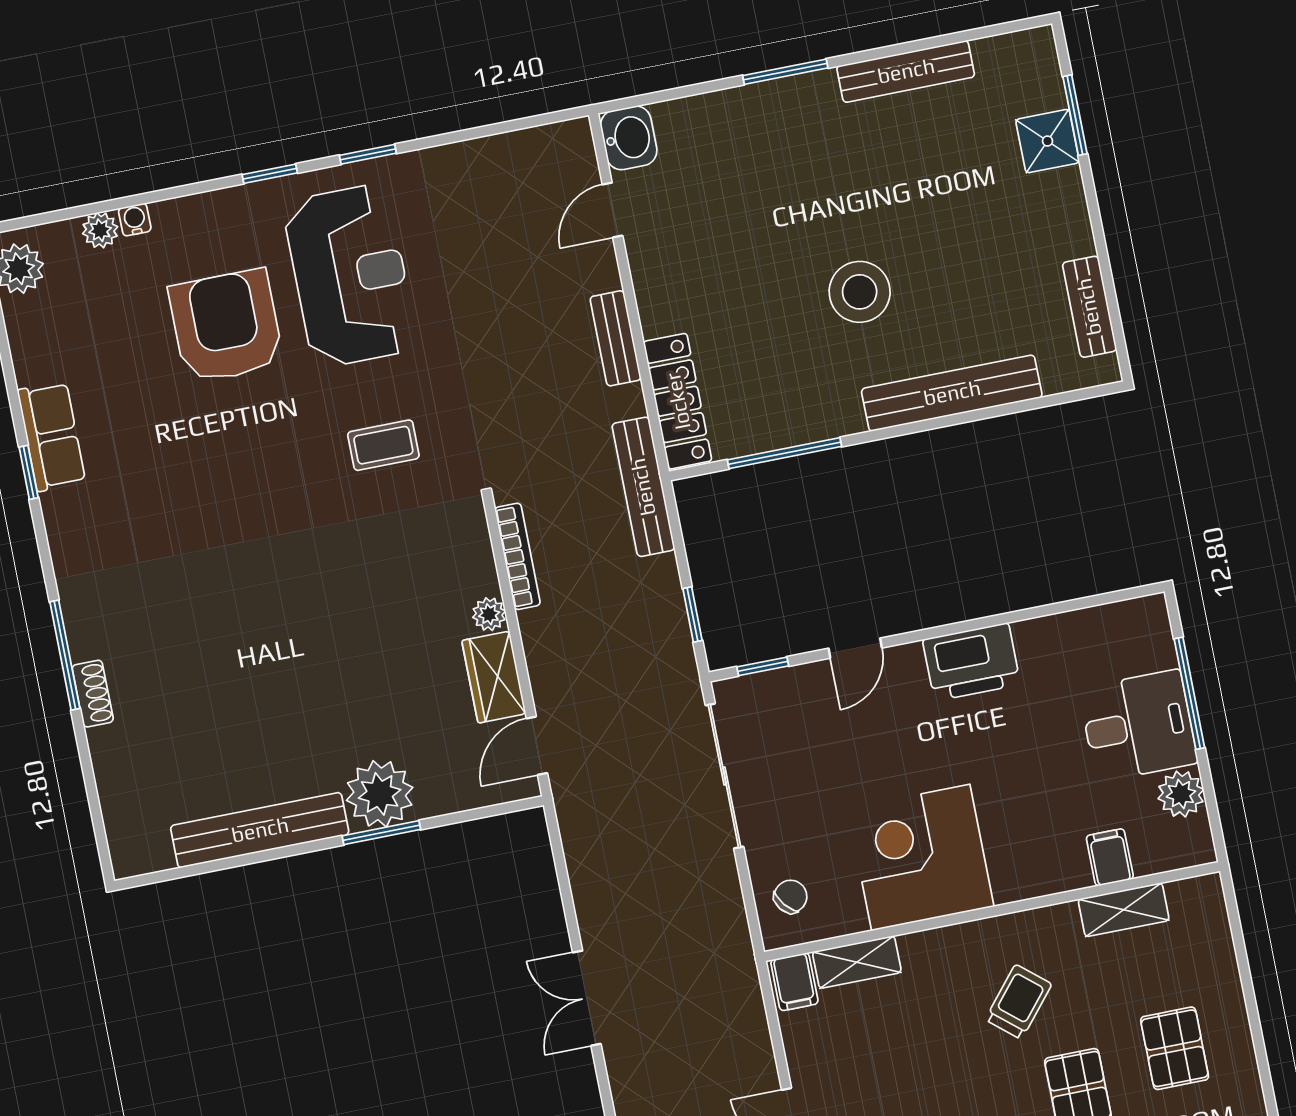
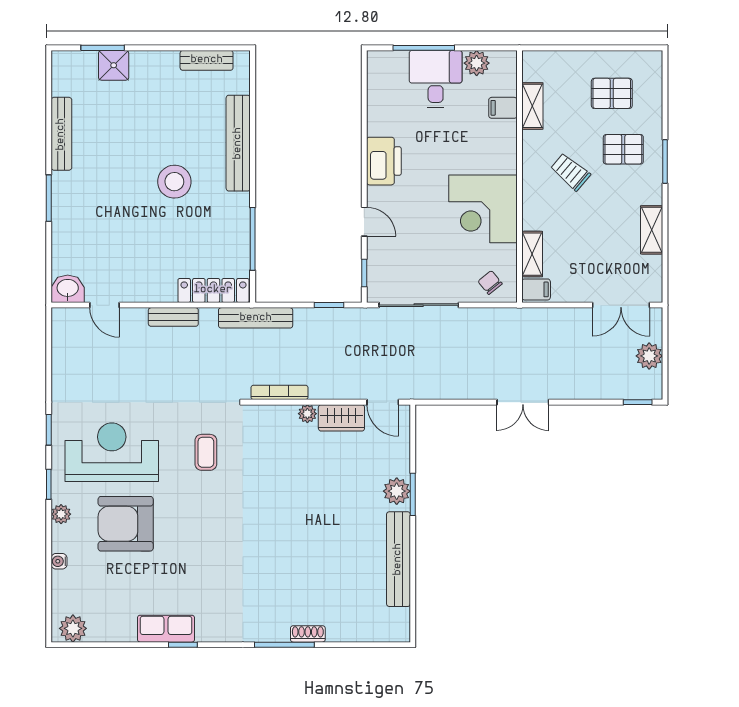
plant: (100, 230) -> (61, 514), moved
plant: (380, 794) -> (397, 491), width x0.73, depth x0.73

